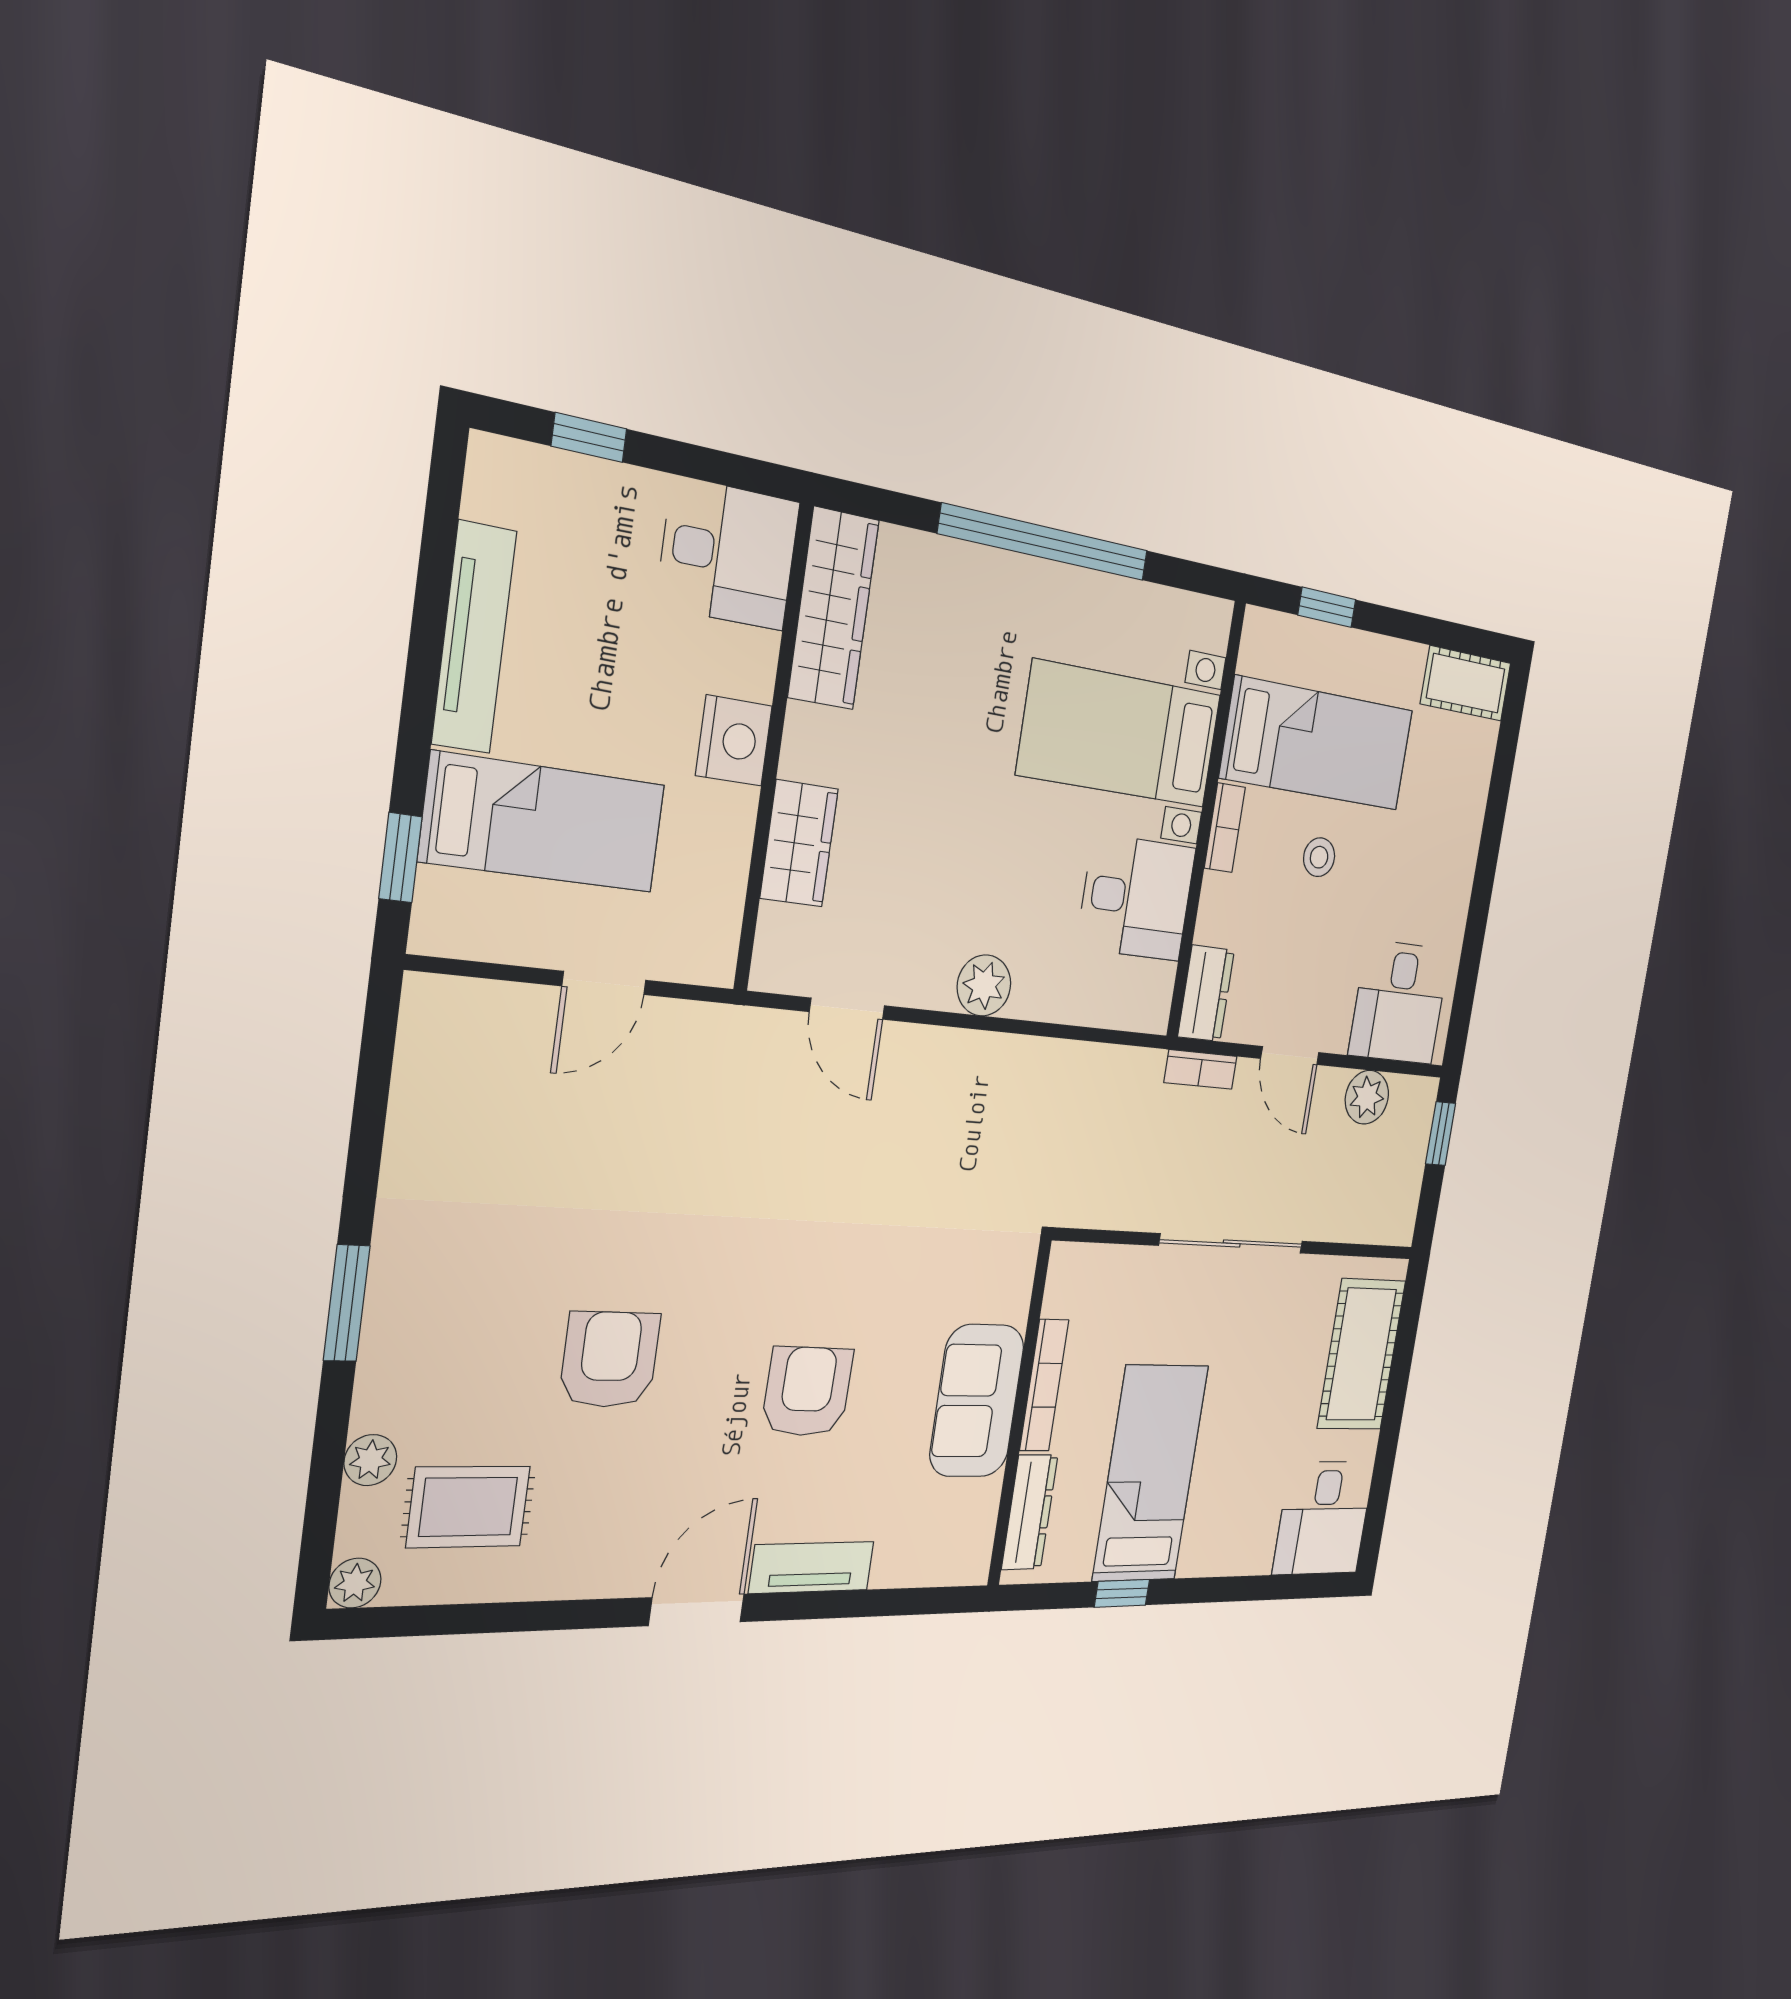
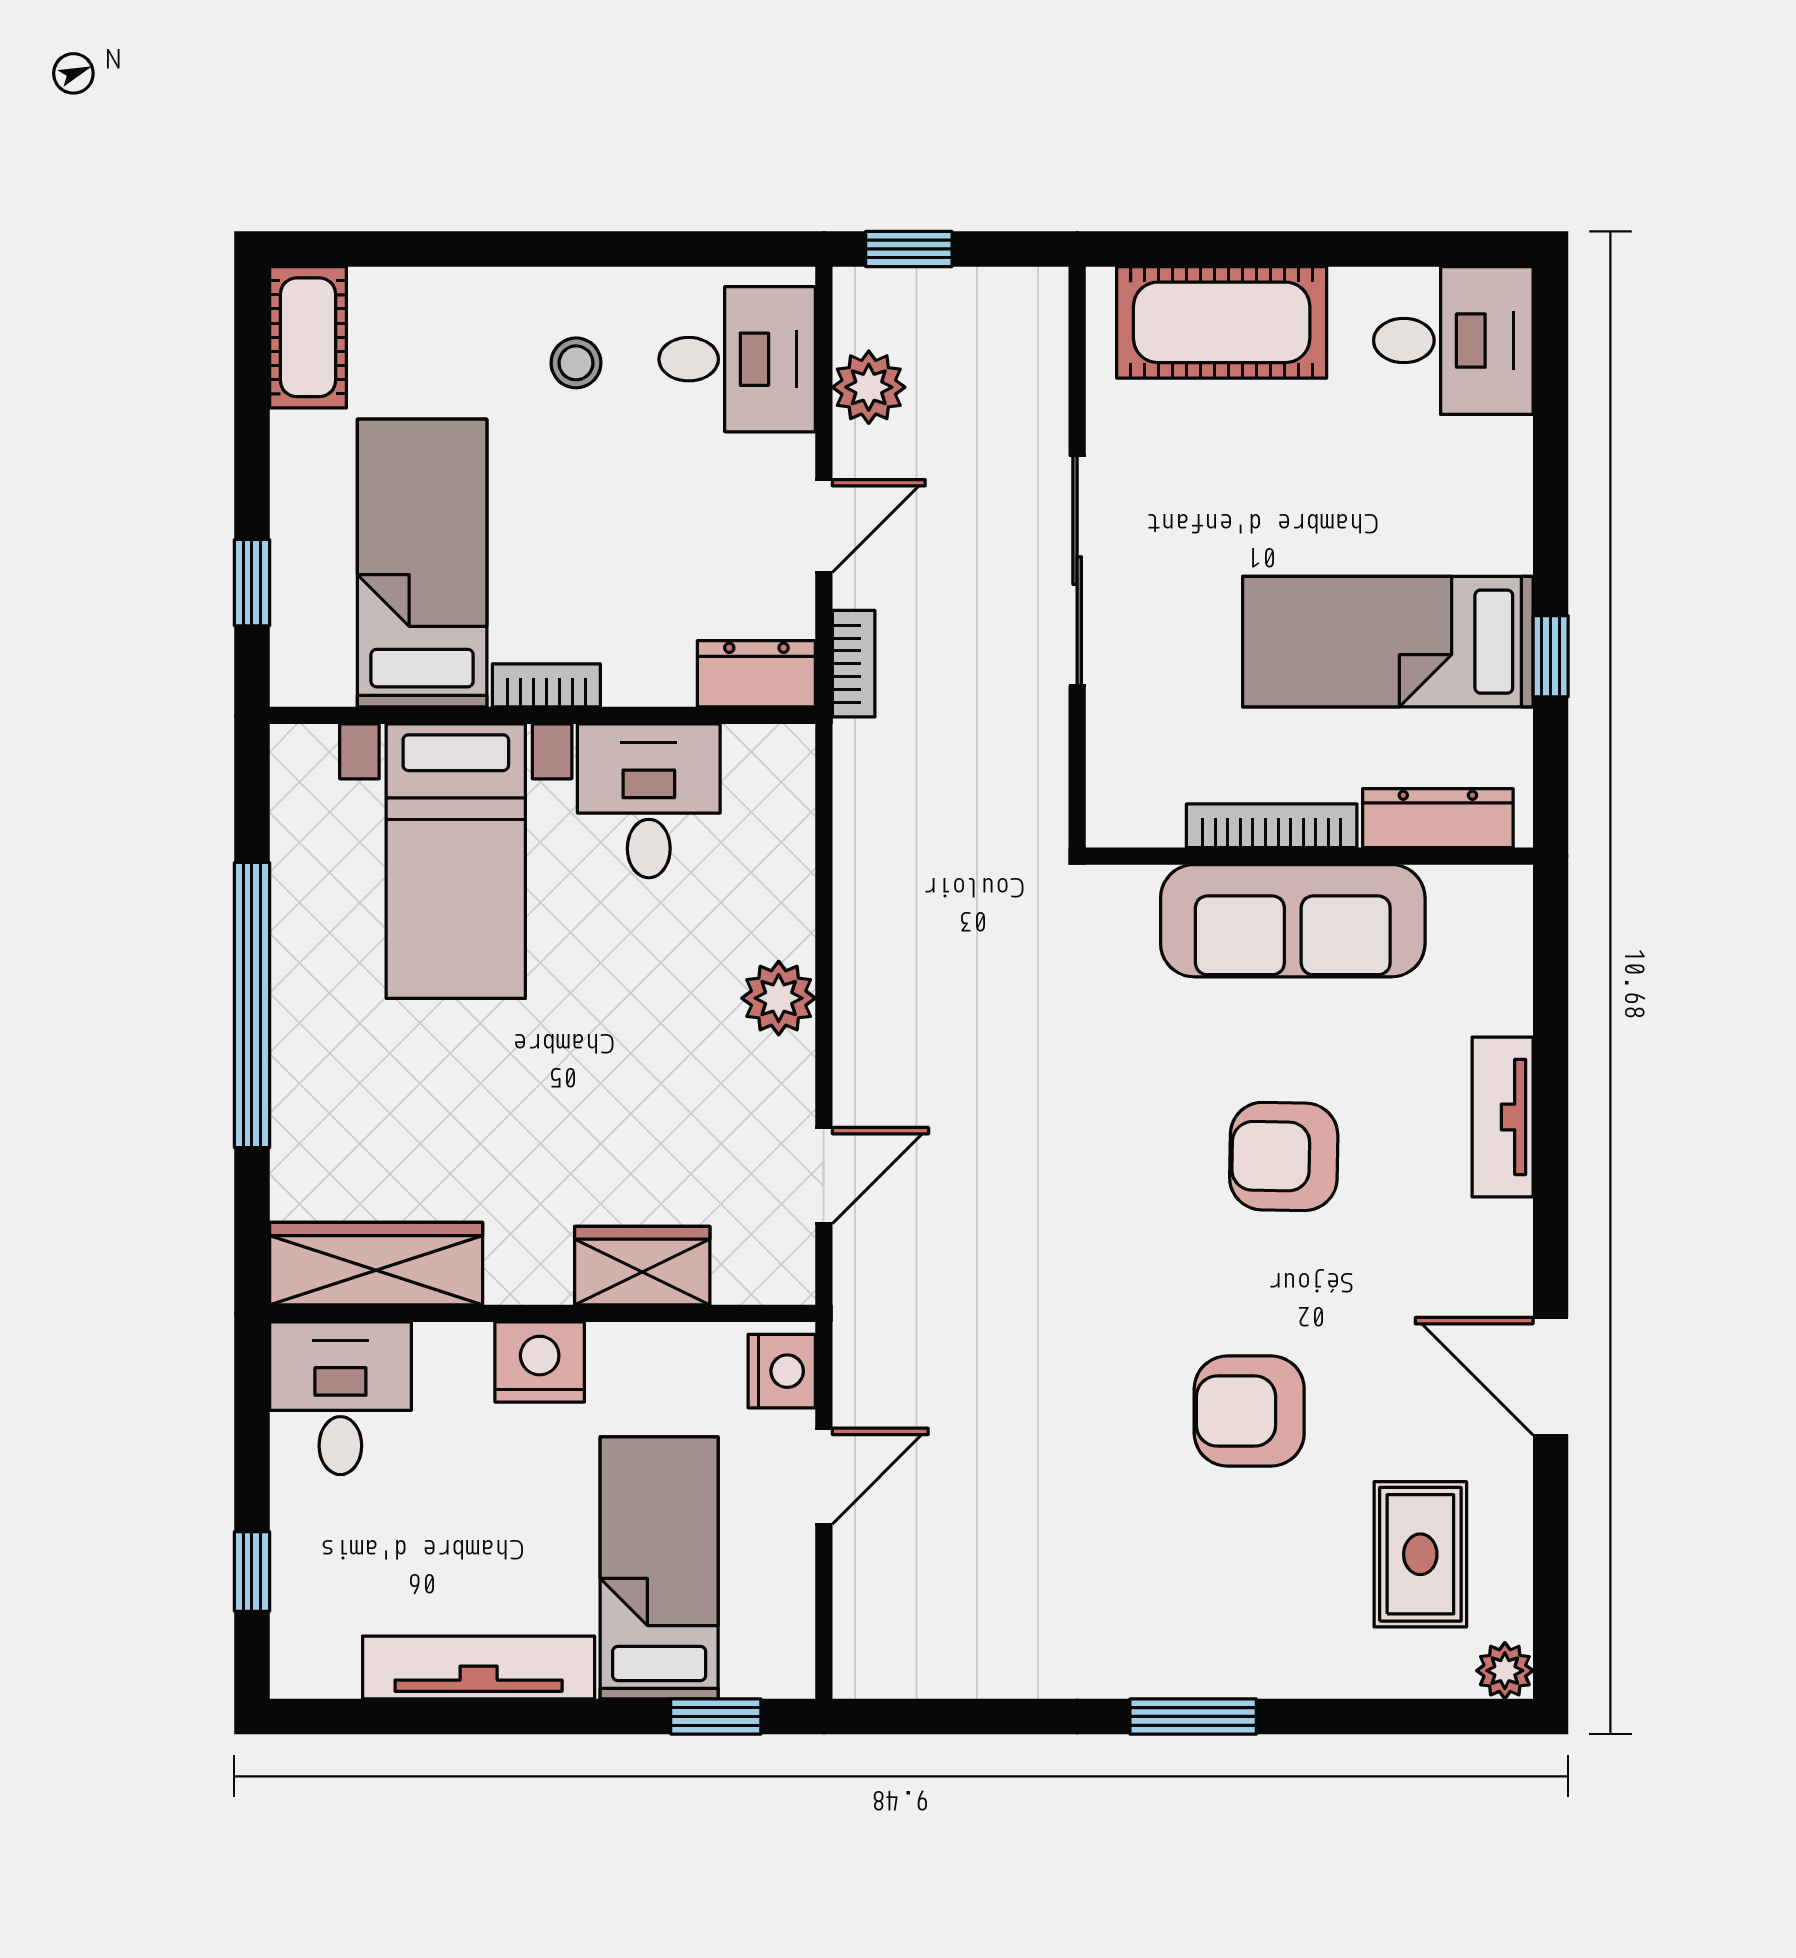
stool: (1319, 857) -> (576, 363), moved
nightstand: (697, 955) -> (782, 1371), added
door: (604, 983) -> (824, 1476), hinge flipped
sofa: (977, 1401) -> (1293, 921), width x1.36
plant: (370, 1460) -> (1366, 1670), removed
door: (697, 1610) -> (1551, 1376), moved

